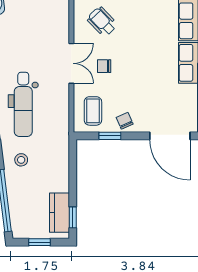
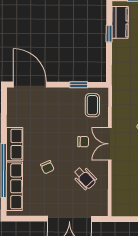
chair: (125, 121) -> (47, 167), moved
window: (73, 217) -> (109, 34), moved

